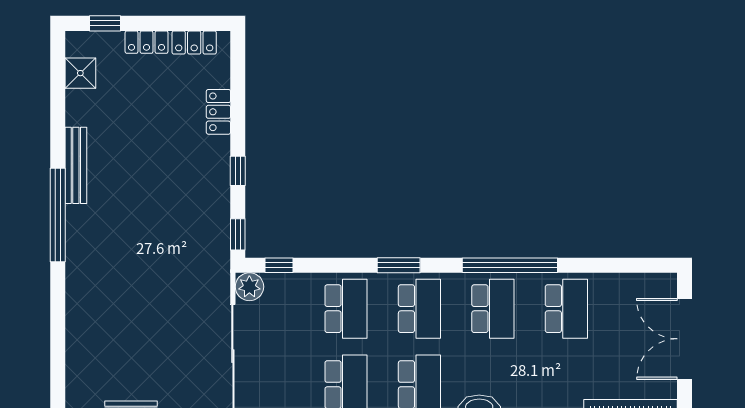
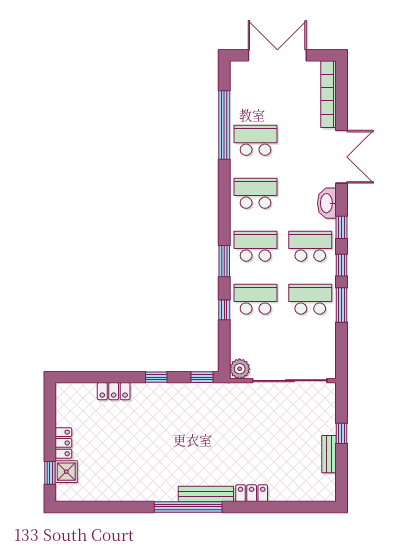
locker: (194, 43) -> (252, 493), moved, turned -90
shower: (80, 73) -> (66, 472), moved
bench: (76, 165) -> (206, 494), moved
window: (279, 265) -> (224, 310), moved
window: (510, 265) -> (224, 125), moved
double door: (684, 339) -> (277, 55), swing flipped

